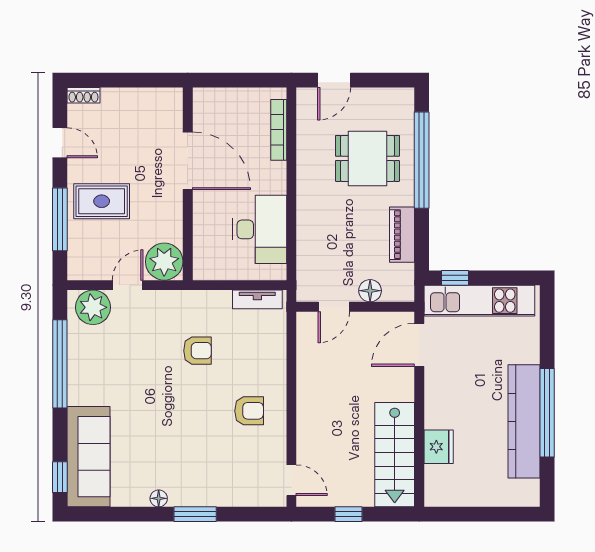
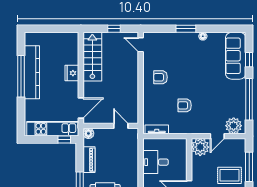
desk: (260, 229) -> (156, 162), width x0.73
floor lamp: (370, 291) -> (88, 133), moved
door: (334, 307) -> (121, 126), hinge flipped
fridge: (439, 447) -> (72, 73), moved
window: (60, 477) -> (249, 60), moved

